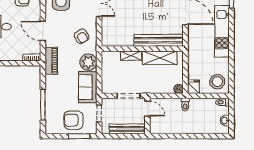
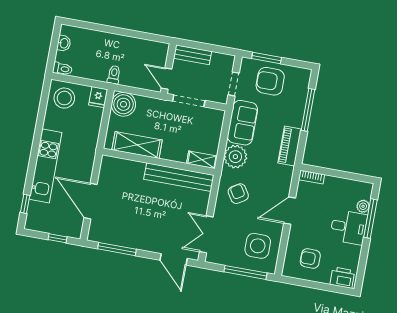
door: (43, 31) -> (290, 211), swing flipped
bench: (159, 40) -> (179, 177), moved
shelving: (131, 56) -> (202, 160), moved
piano: (51, 61) -> (290, 146), moved
boiler: (179, 89) -> (123, 104), width x1.86, depth x1.86
armchair: (73, 120) -> (270, 81), turned 180
bench: (127, 129) -> (193, 55), width x0.73

